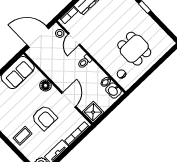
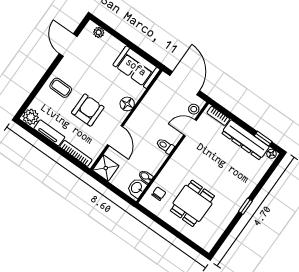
door: (69, 100) -> (115, 136), hinge flipped
armchair: (44, 118) -> (88, 110), turned 180

